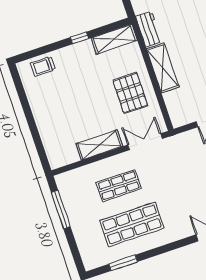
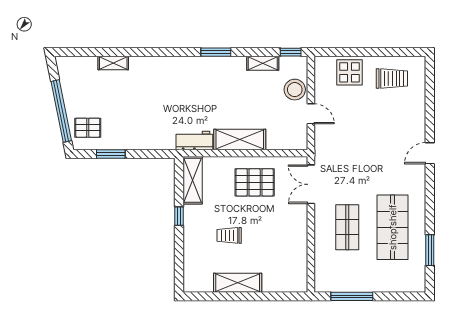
trolley: (43, 66) -> (229, 235), moved, turned 90
shelving: (99, 145) -> (238, 283), moved, turned 90

